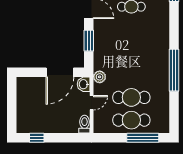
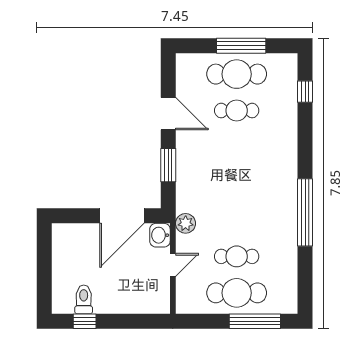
cafe table: (131, 97) -> (237, 256), width x0.73, depth x0.74
toilet: (84, 124) -> (84, 299), moved

